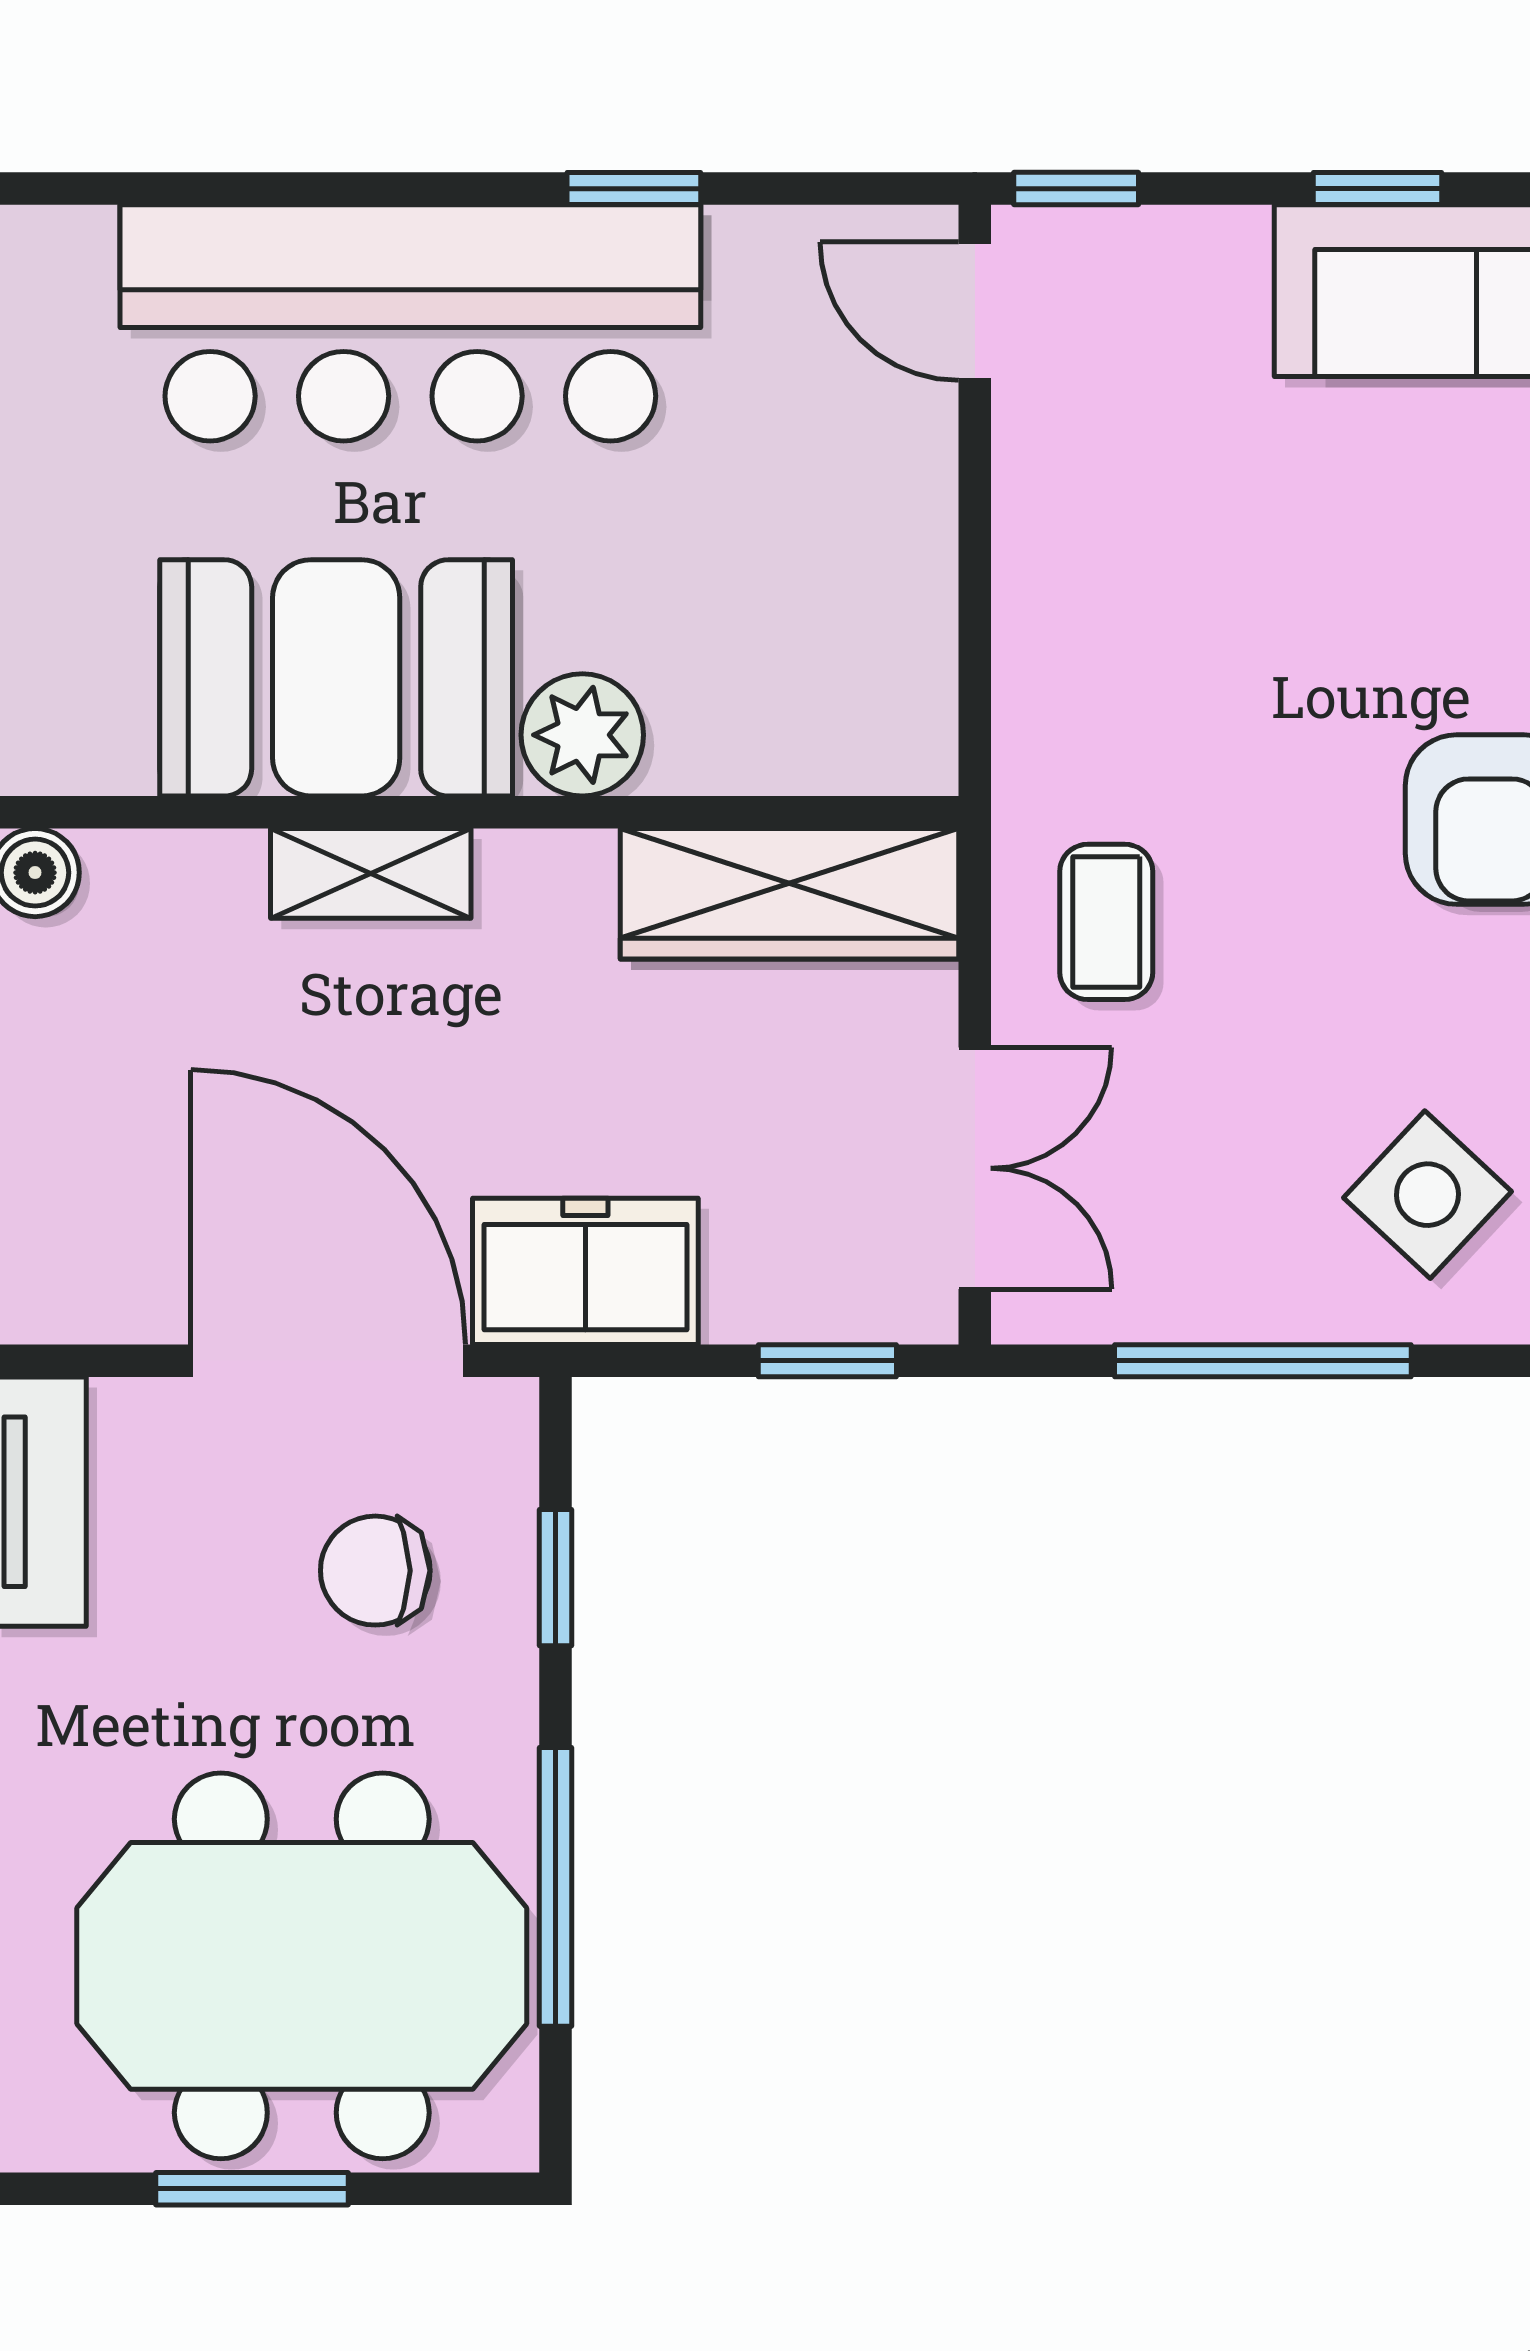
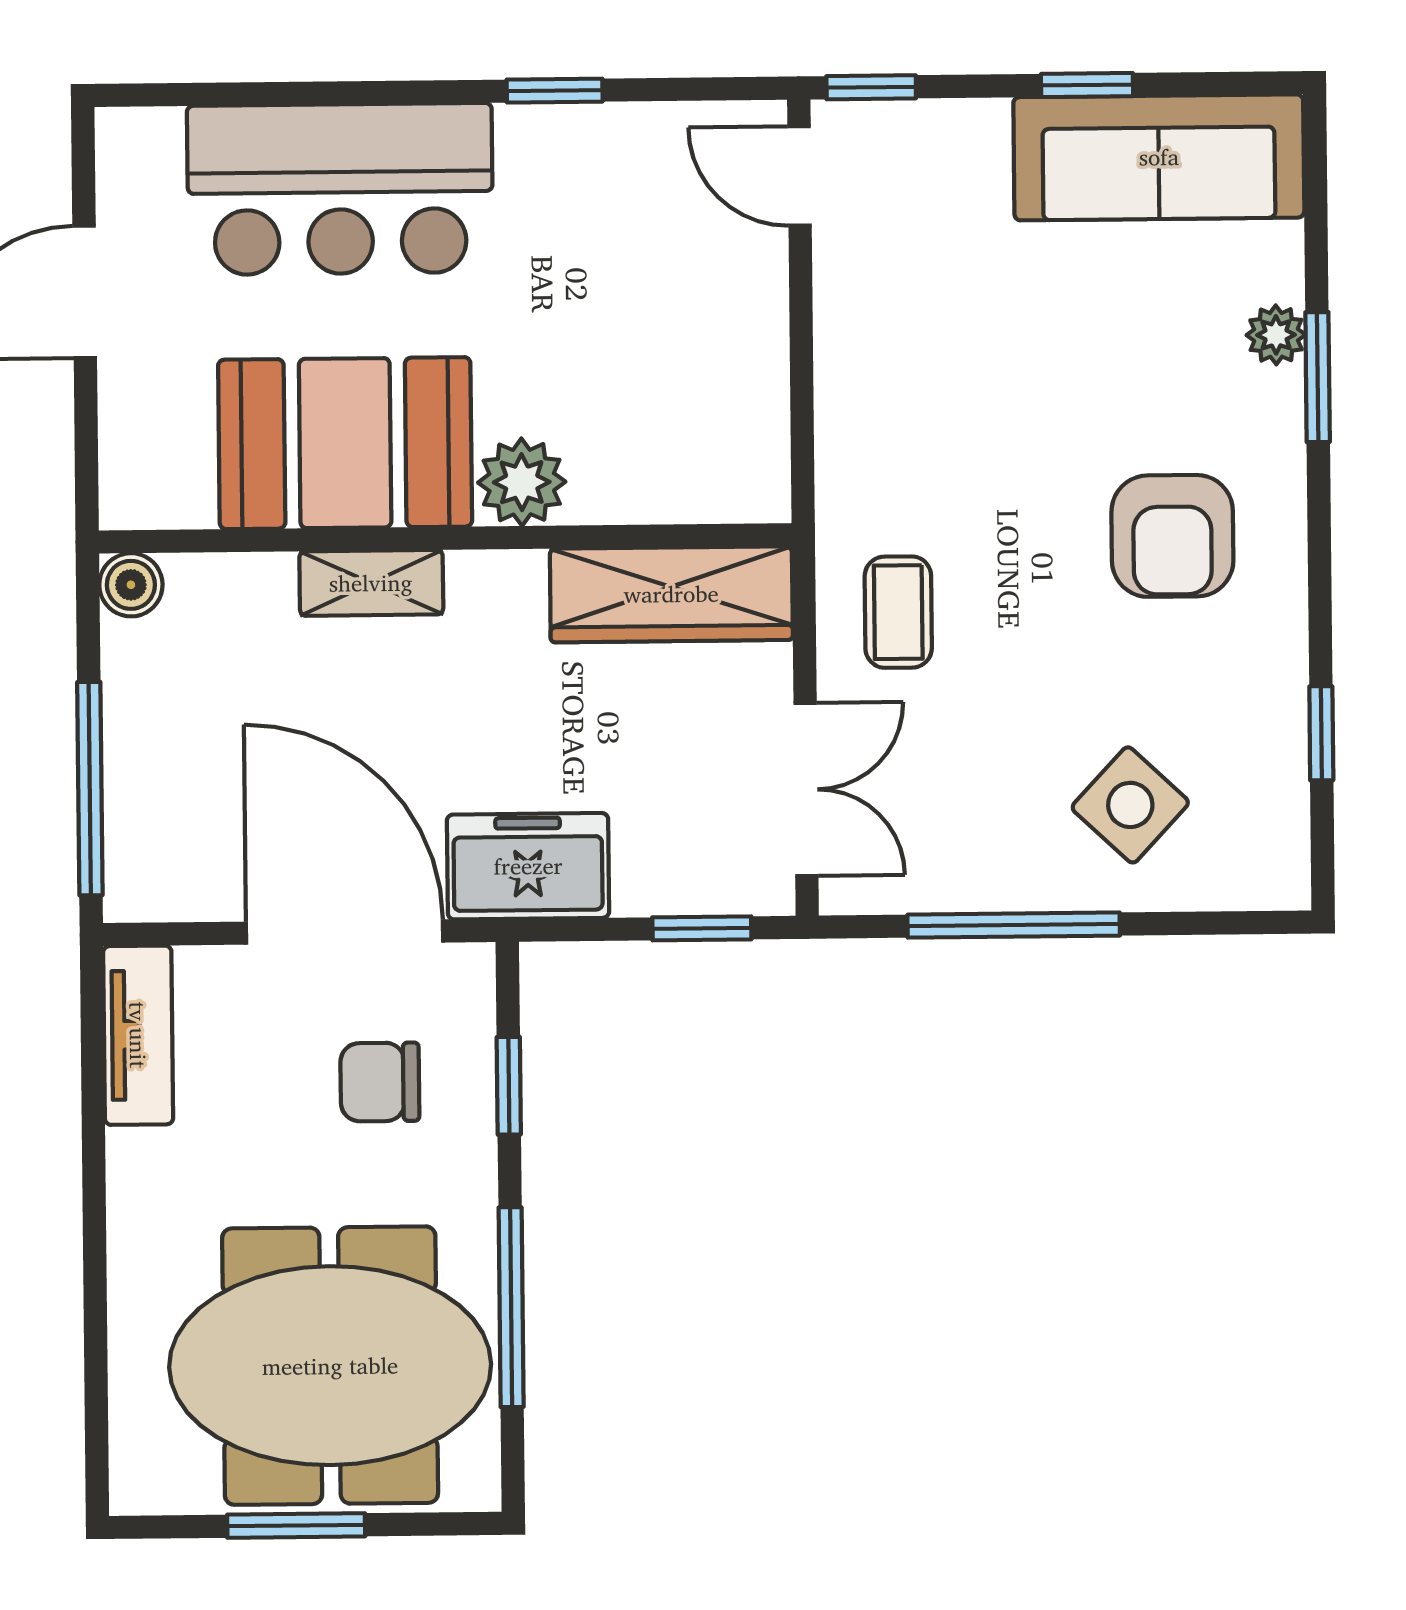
bar counter: (410, 323) -> (340, 189), width x0.73

